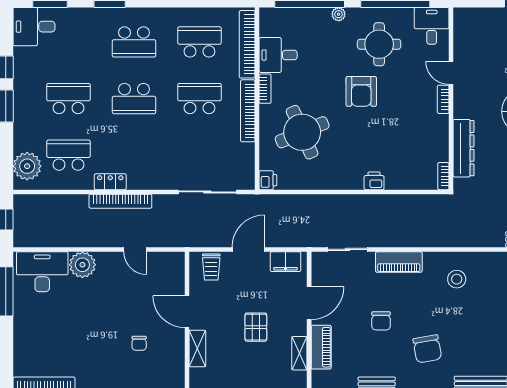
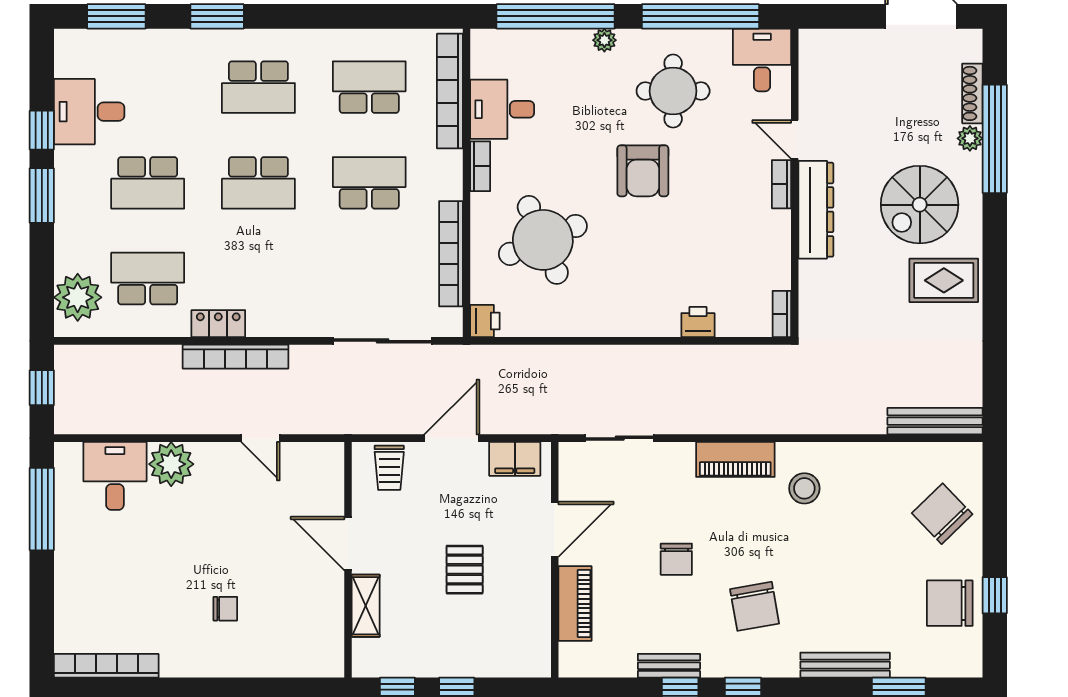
desk: (34, 27) -> (89, 112), moved
school desk: (69, 99) -> (148, 183), turned 180
bookcase: (248, 111) -> (451, 254), moved
dresser: (463, 148) -> (816, 210), moved
printer: (374, 181) -> (698, 322), moved
piano: (399, 262) -> (735, 459), moved
desk: (42, 272) -> (115, 476), width x0.73
chair: (139, 343) -> (225, 609), moved, turned -90
shelving: (299, 353) -> (538, 614), removed

